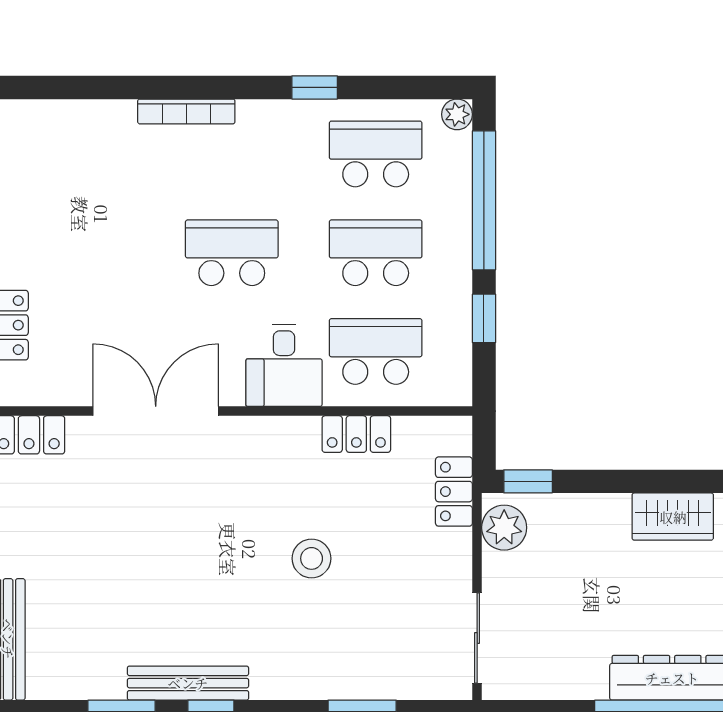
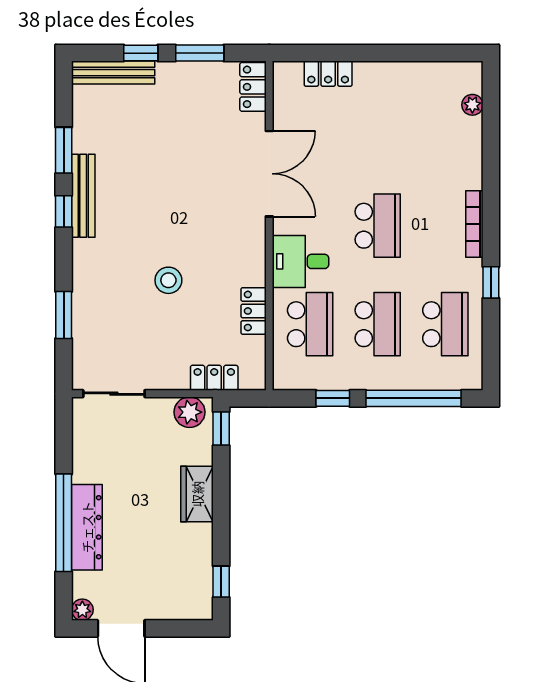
bookcase: (186, 111) -> (474, 224), moved
plant: (457, 114) -> (472, 105), moved
wardrobe: (673, 517) -> (197, 494), moved

